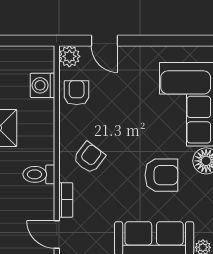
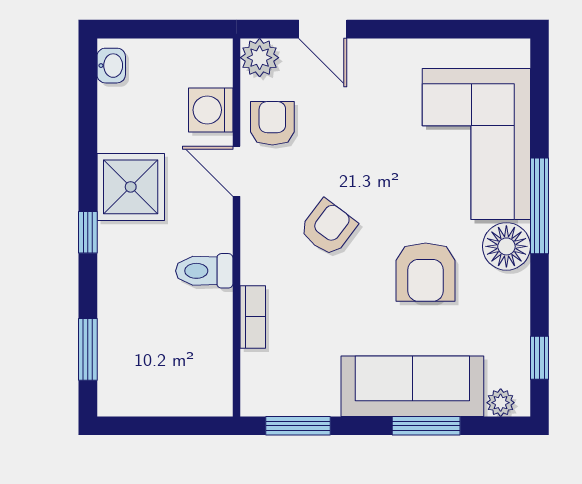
armchair: (89, 158) -> (328, 228), moved
armchair: (161, 175) -> (426, 272), turned 90
door: (57, 235) -> (237, 171), moved

